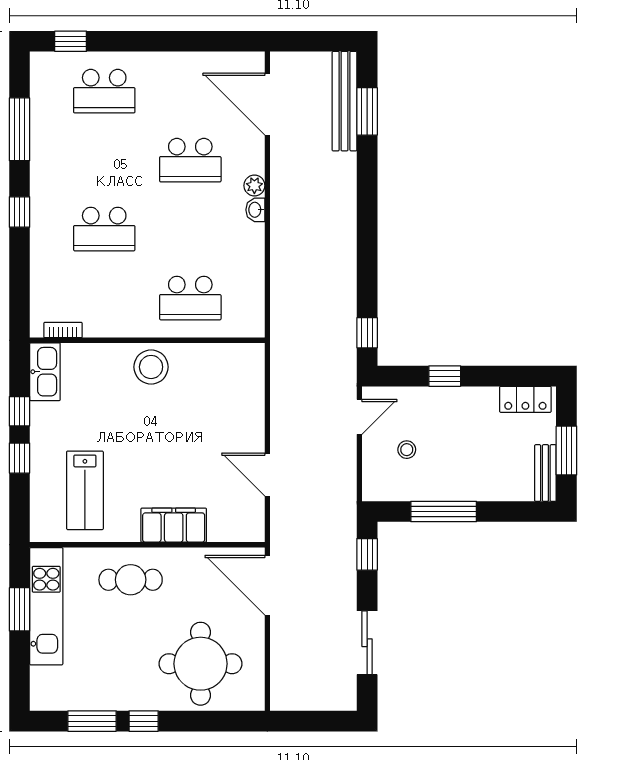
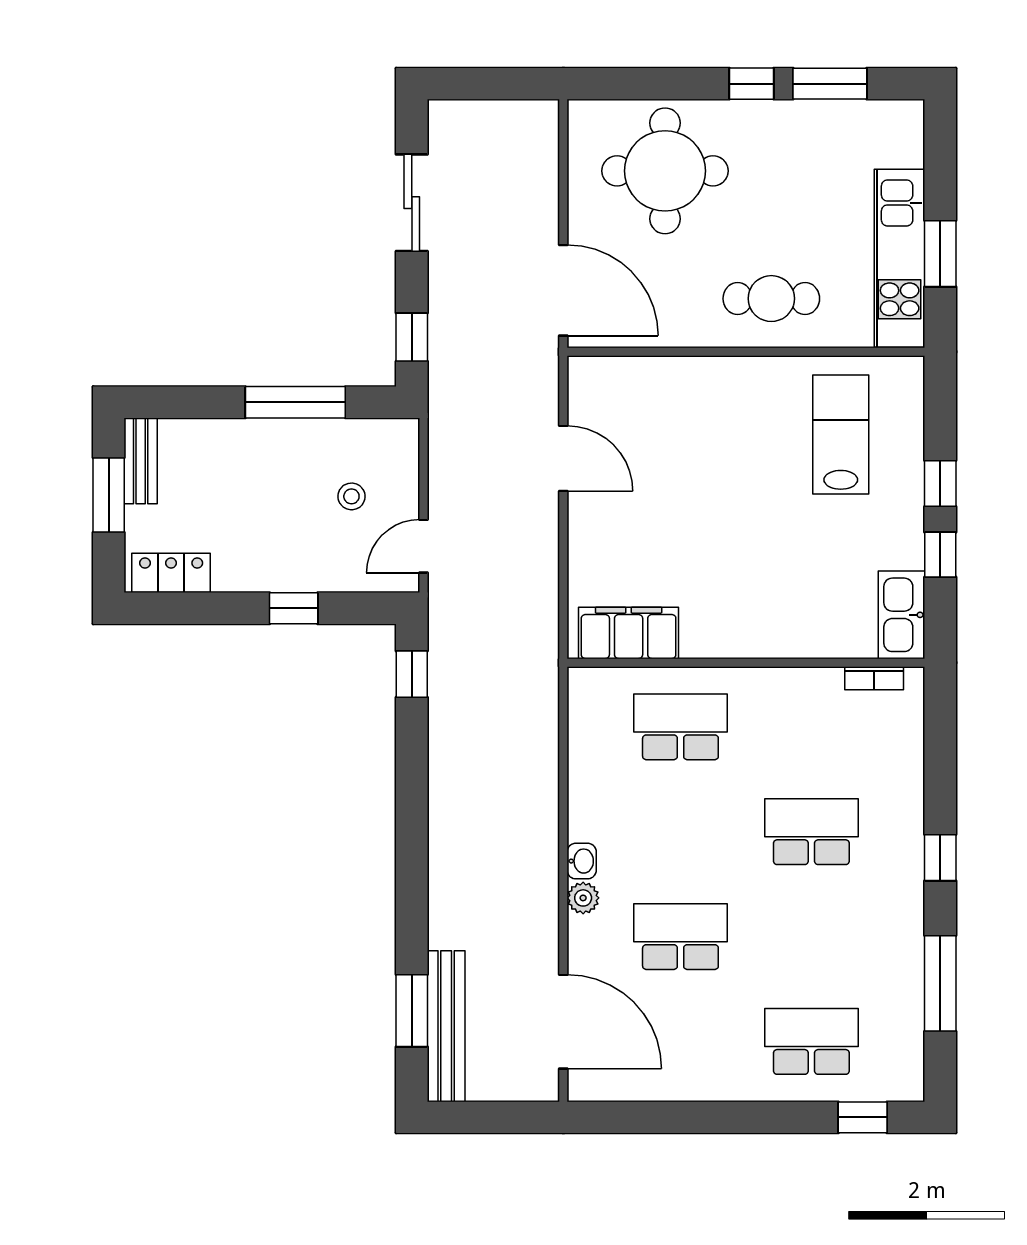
stool: (151, 367) -> (740, 622), removed
filing cabinet: (174, 525) -> (629, 633), moved, turned 180

